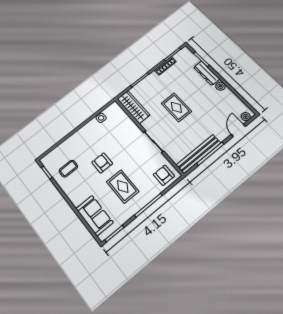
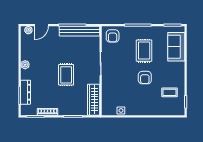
dresser: (207, 73) -> (25, 92), moved

